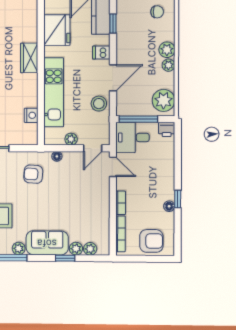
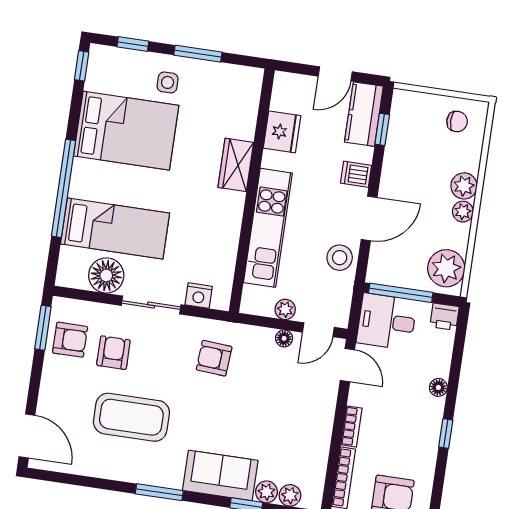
fridge: (57, 30) -> (282, 132), width x0.73, depth x0.75
nightstand: (31, 115) -> (199, 296), moved, turned 90
floor lamp: (57, 156) -> (284, 338), moved
floor lamp: (169, 206) -> (438, 387), moved
plant: (19, 248) -> (171, 478), removed

